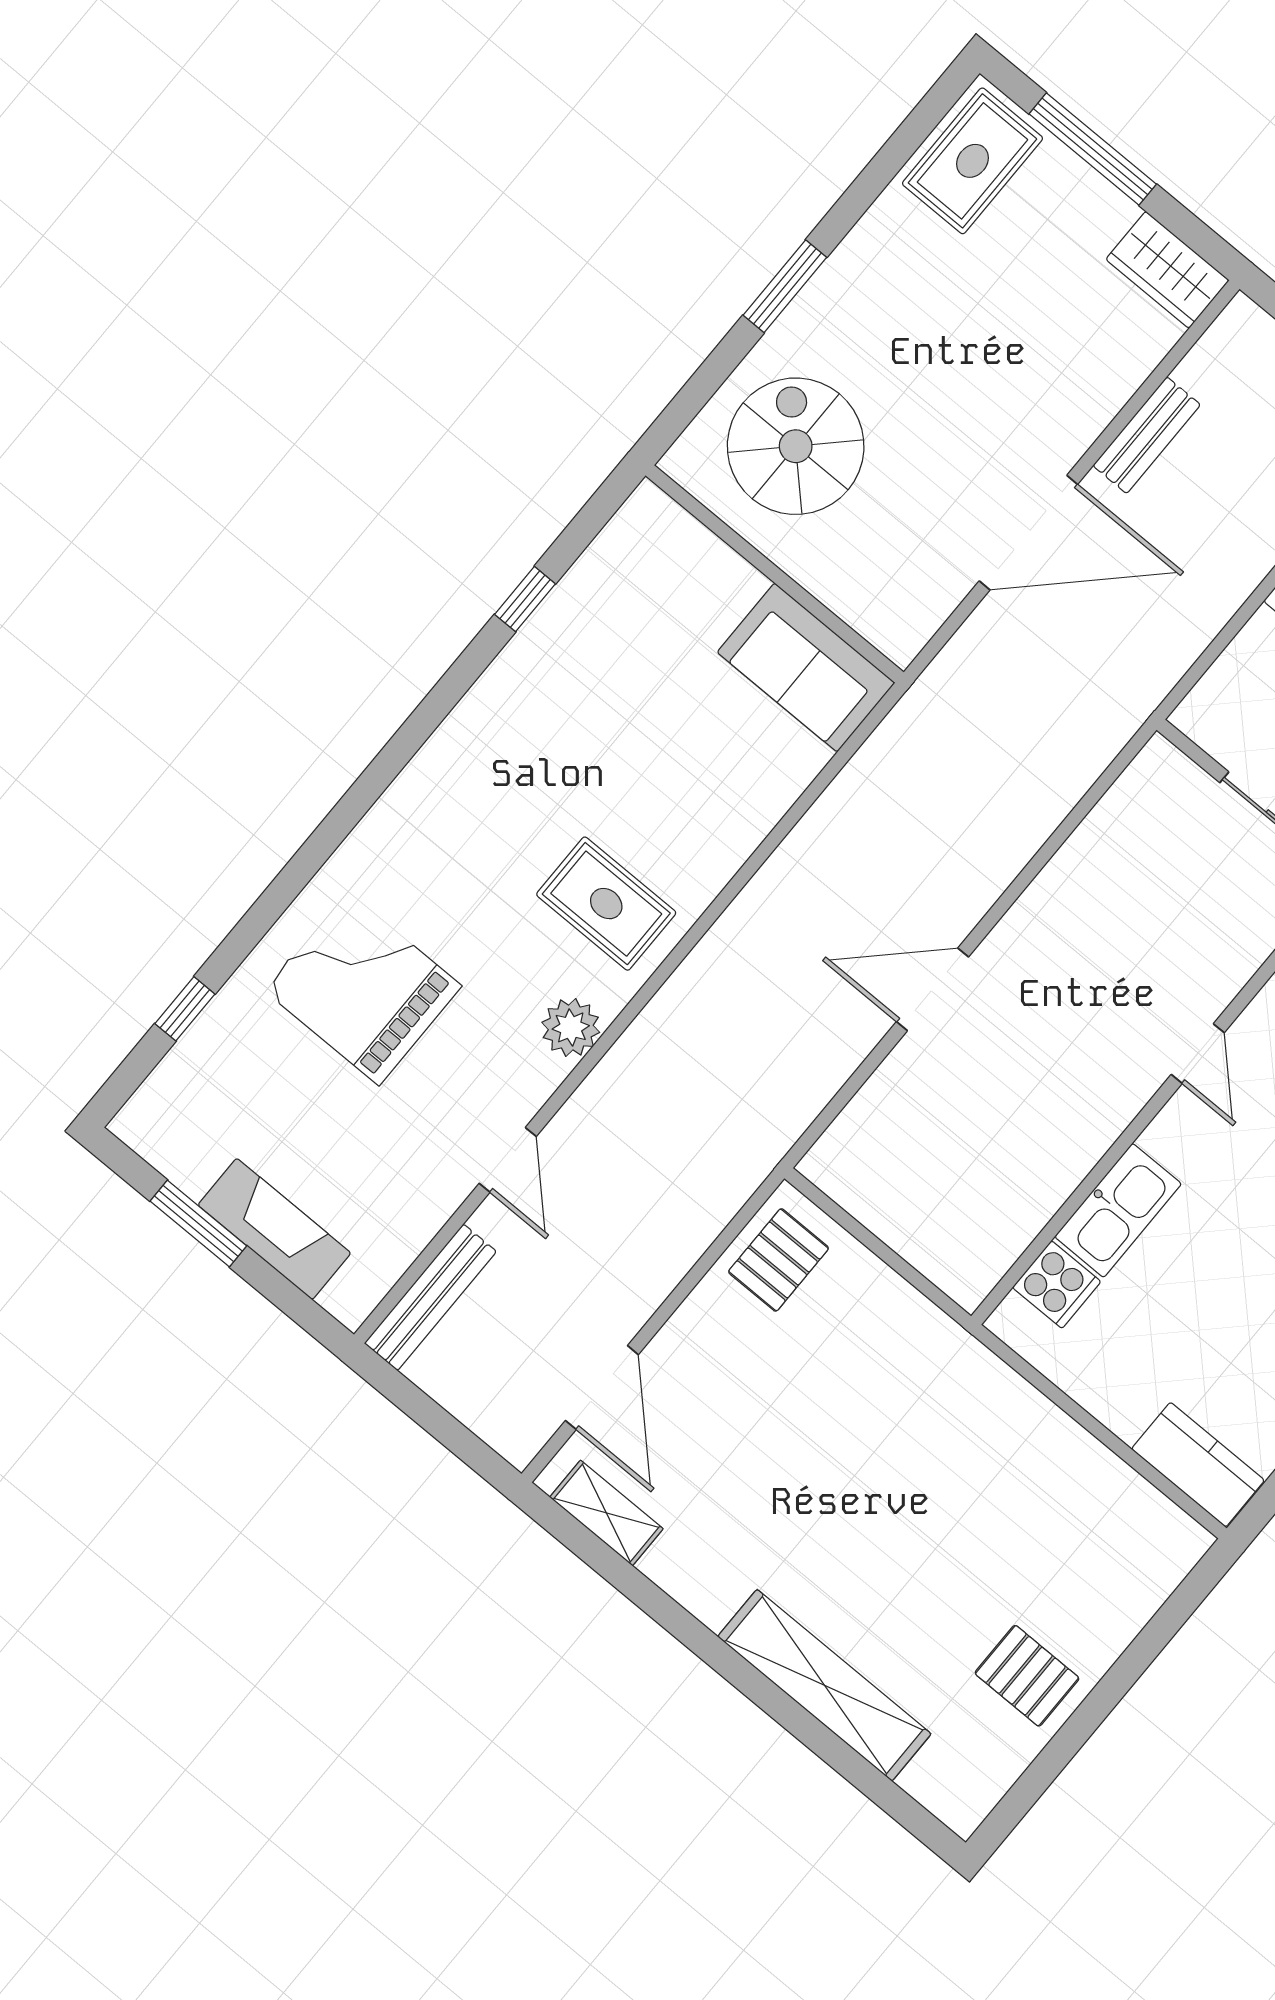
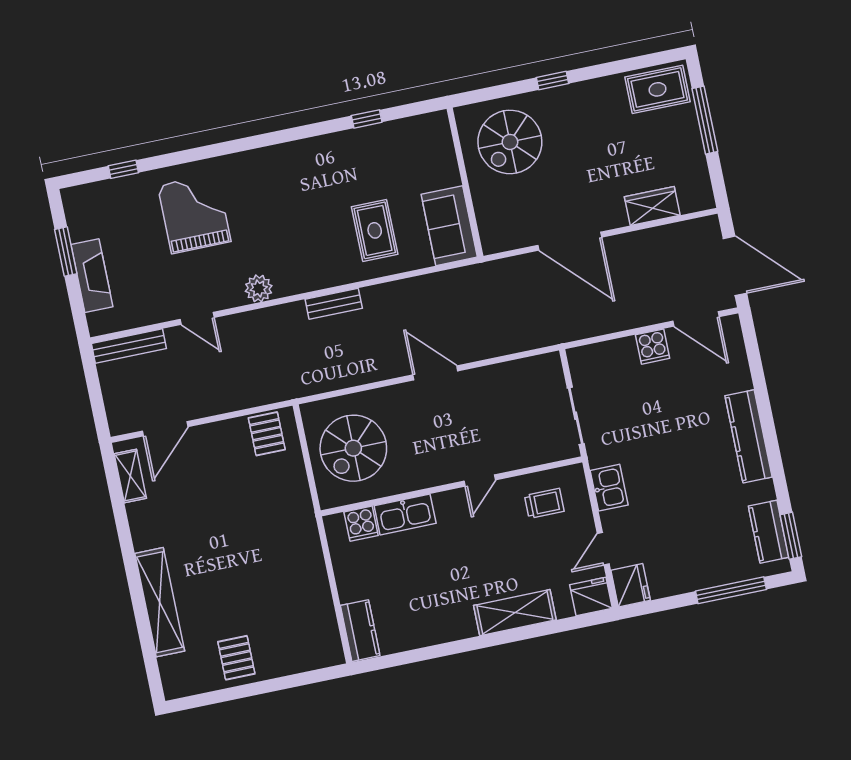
wardrobe: (1167, 270) -> (652, 206), moved, turned 90
window: (785, 286) -> (553, 80), width x0.67
bench: (1147, 435) -> (334, 304), moved
spiral stairs: (796, 446) -> (510, 142), turned 180
rug: (606, 904) -> (375, 230), moved
door: (933, 989) -> (435, 373), moved
door: (508, 1160) -> (197, 318), hinge flipped
spiral stairs: (943, 1168) -> (353, 448), added
pallet: (778, 1260) -> (267, 434), turned 90

